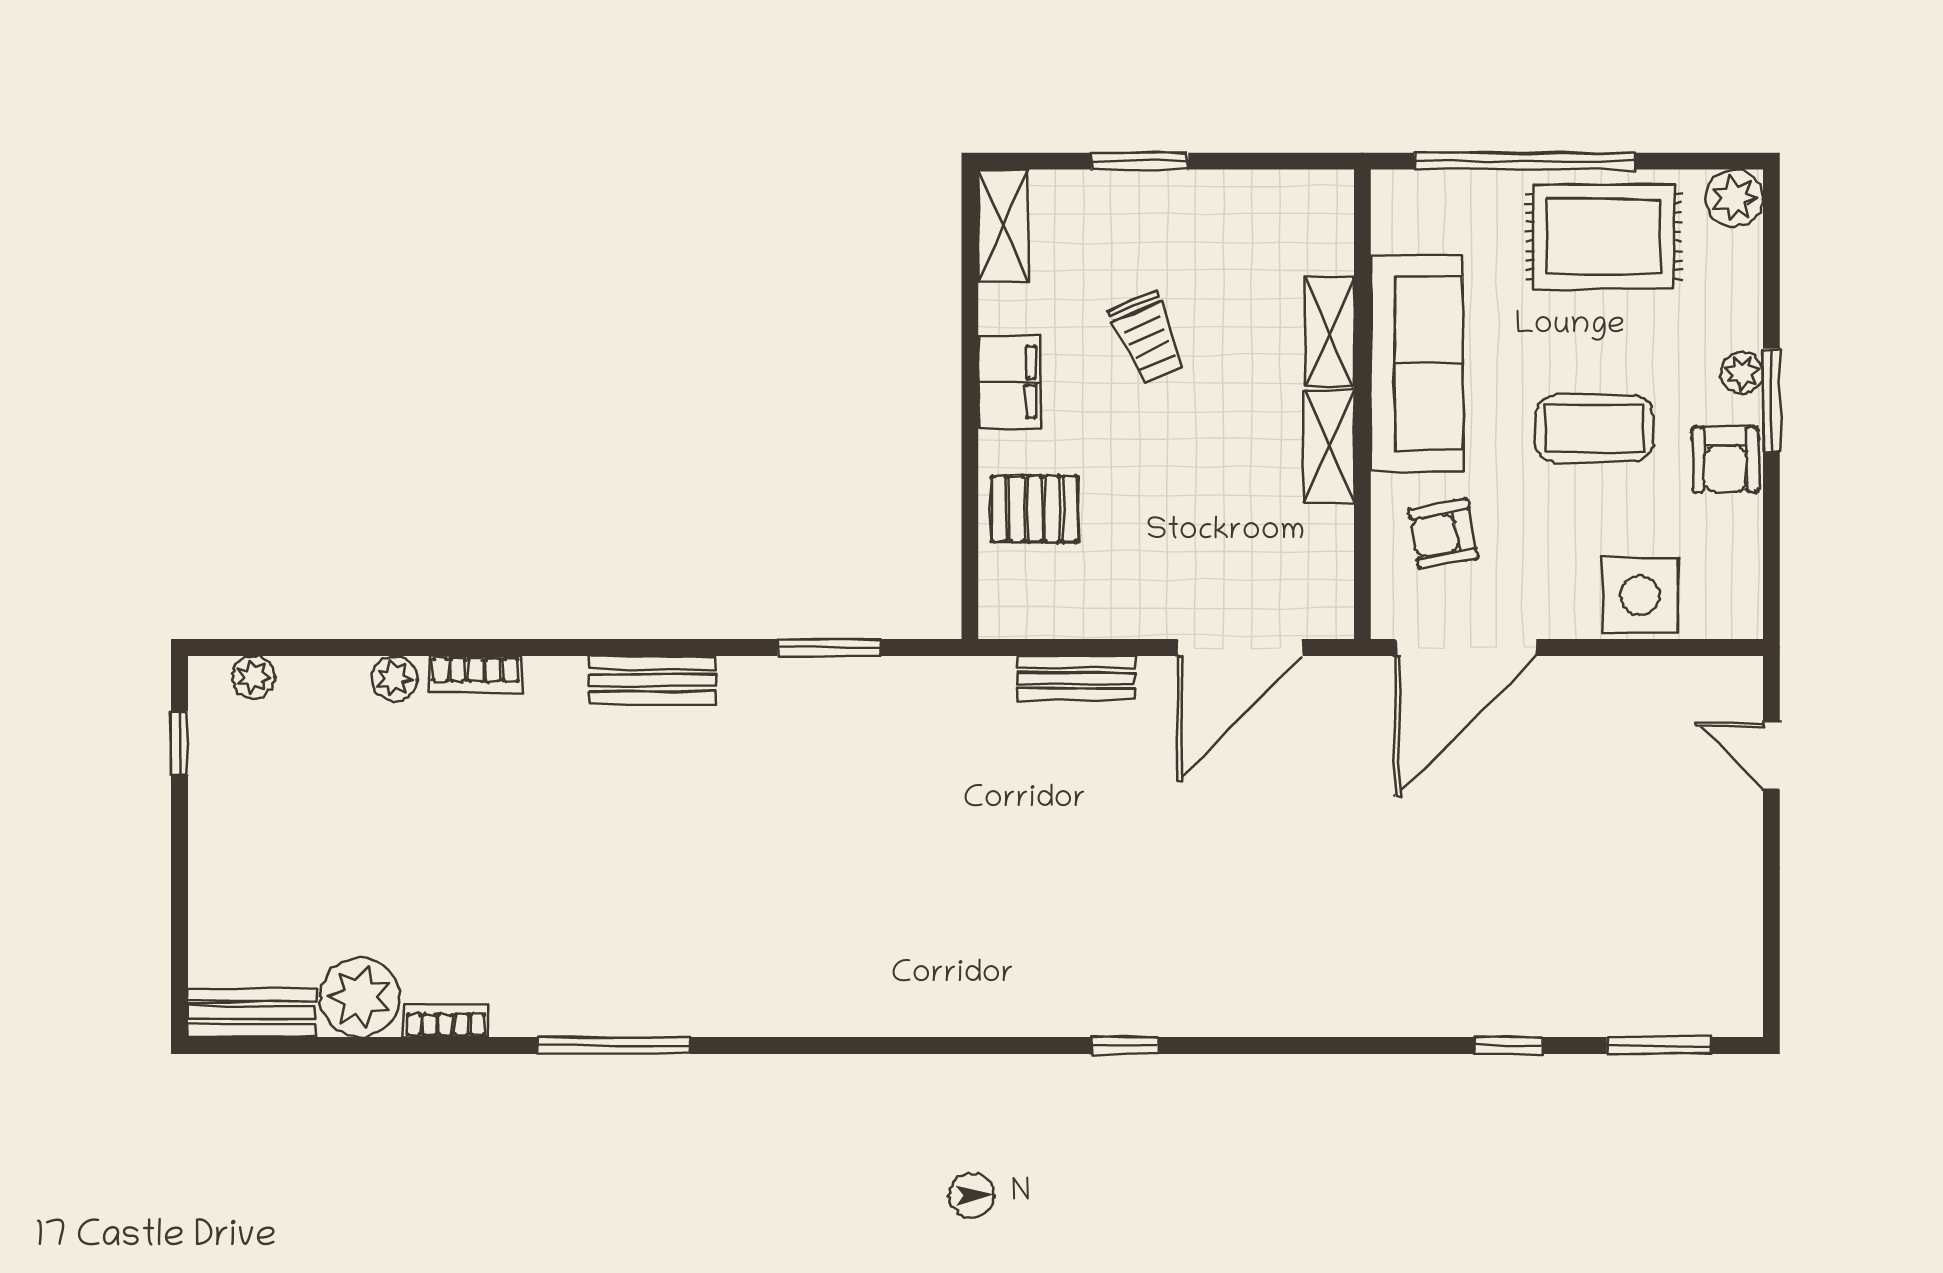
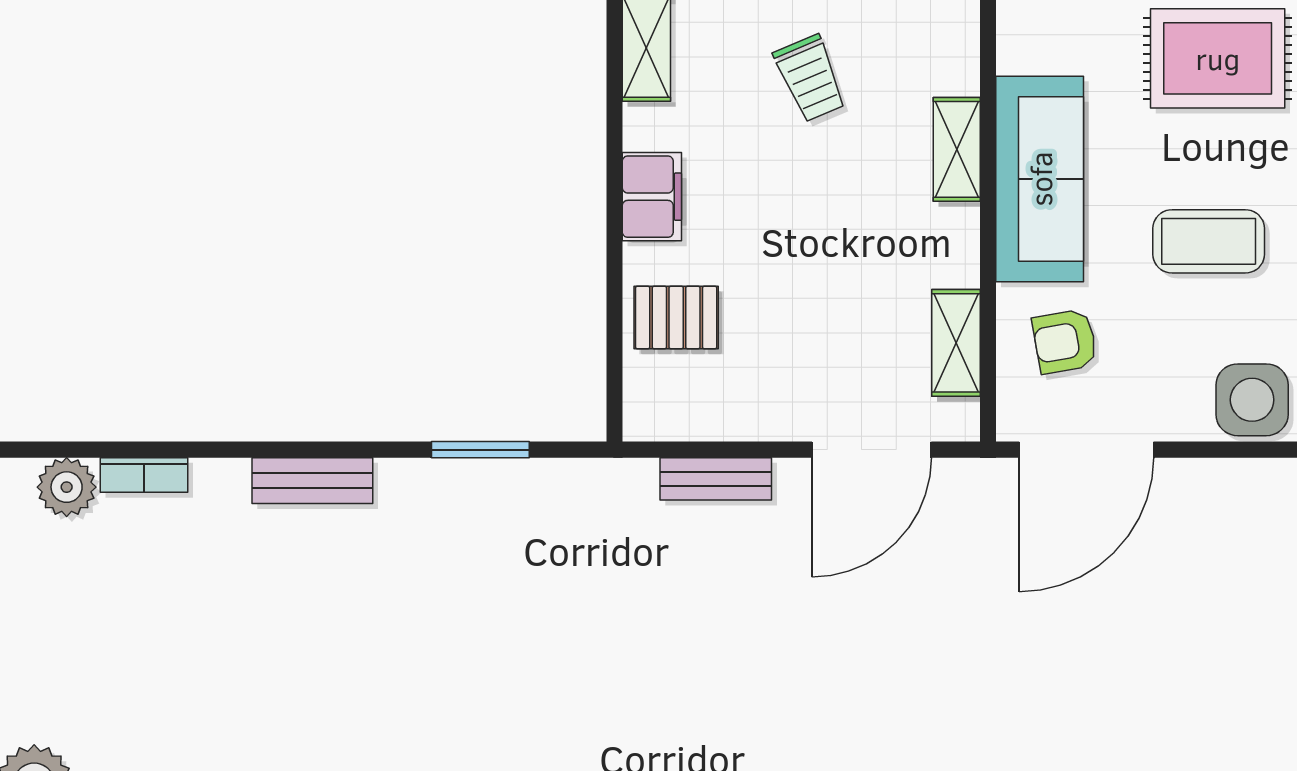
trolley: (1148, 338) -> (810, 78), moved
shelving: (1329, 447) -> (956, 343), moved
plant: (394, 678) -> (67, 487), width x1.38, depth x1.38

